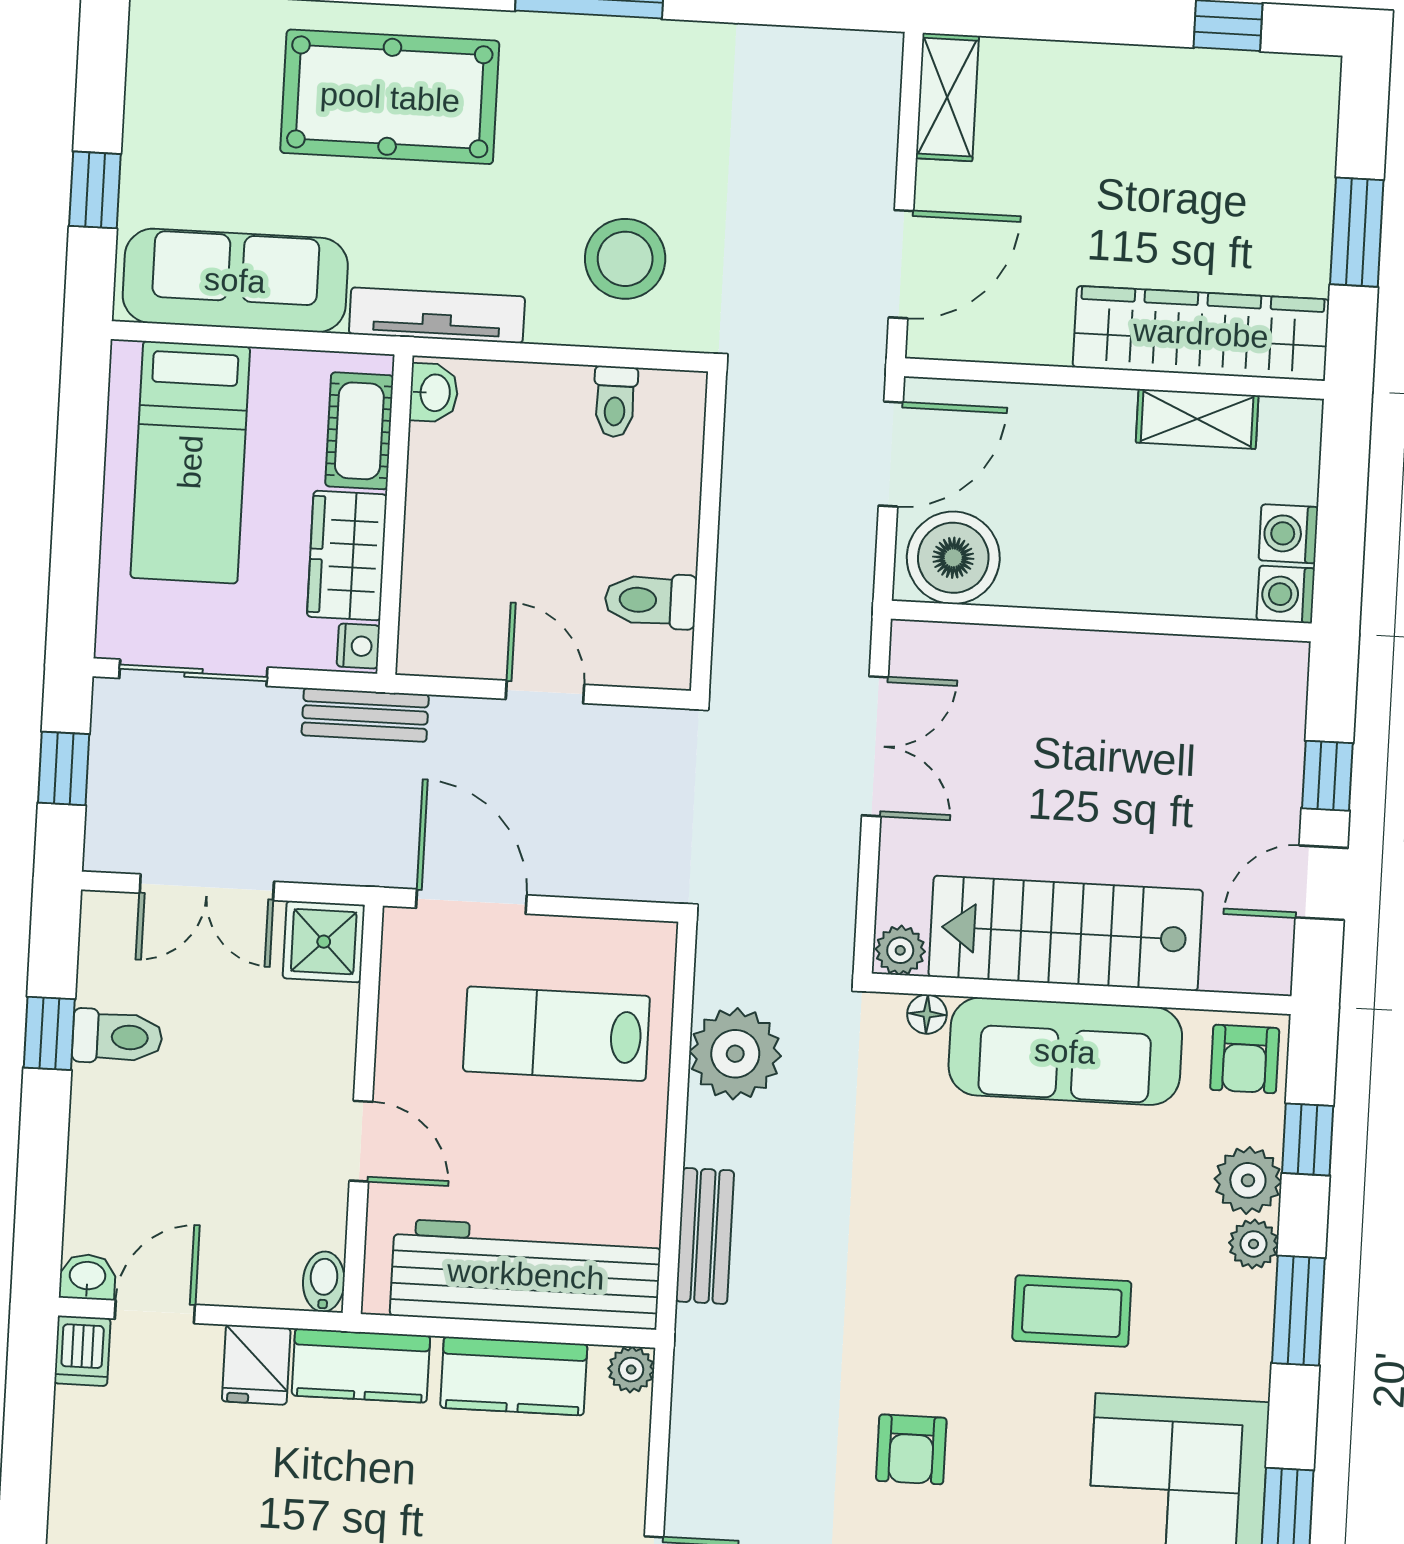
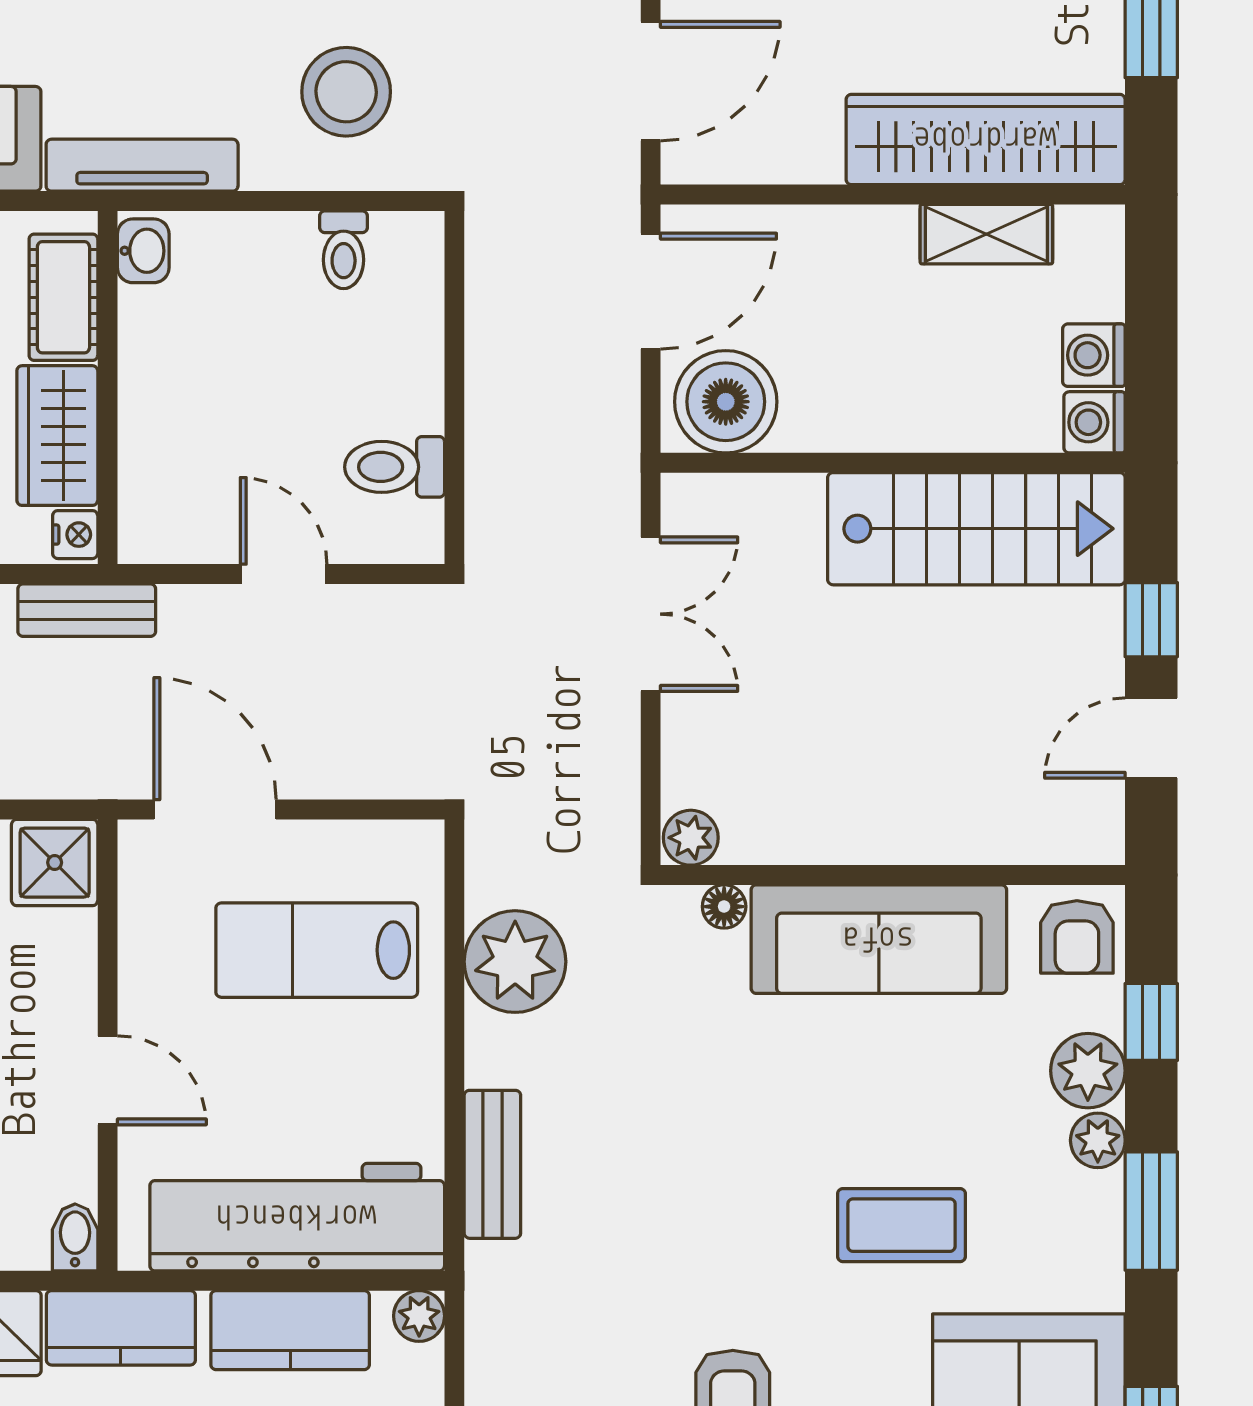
stairs: (1066, 933) -> (976, 529), moved, turned 180

